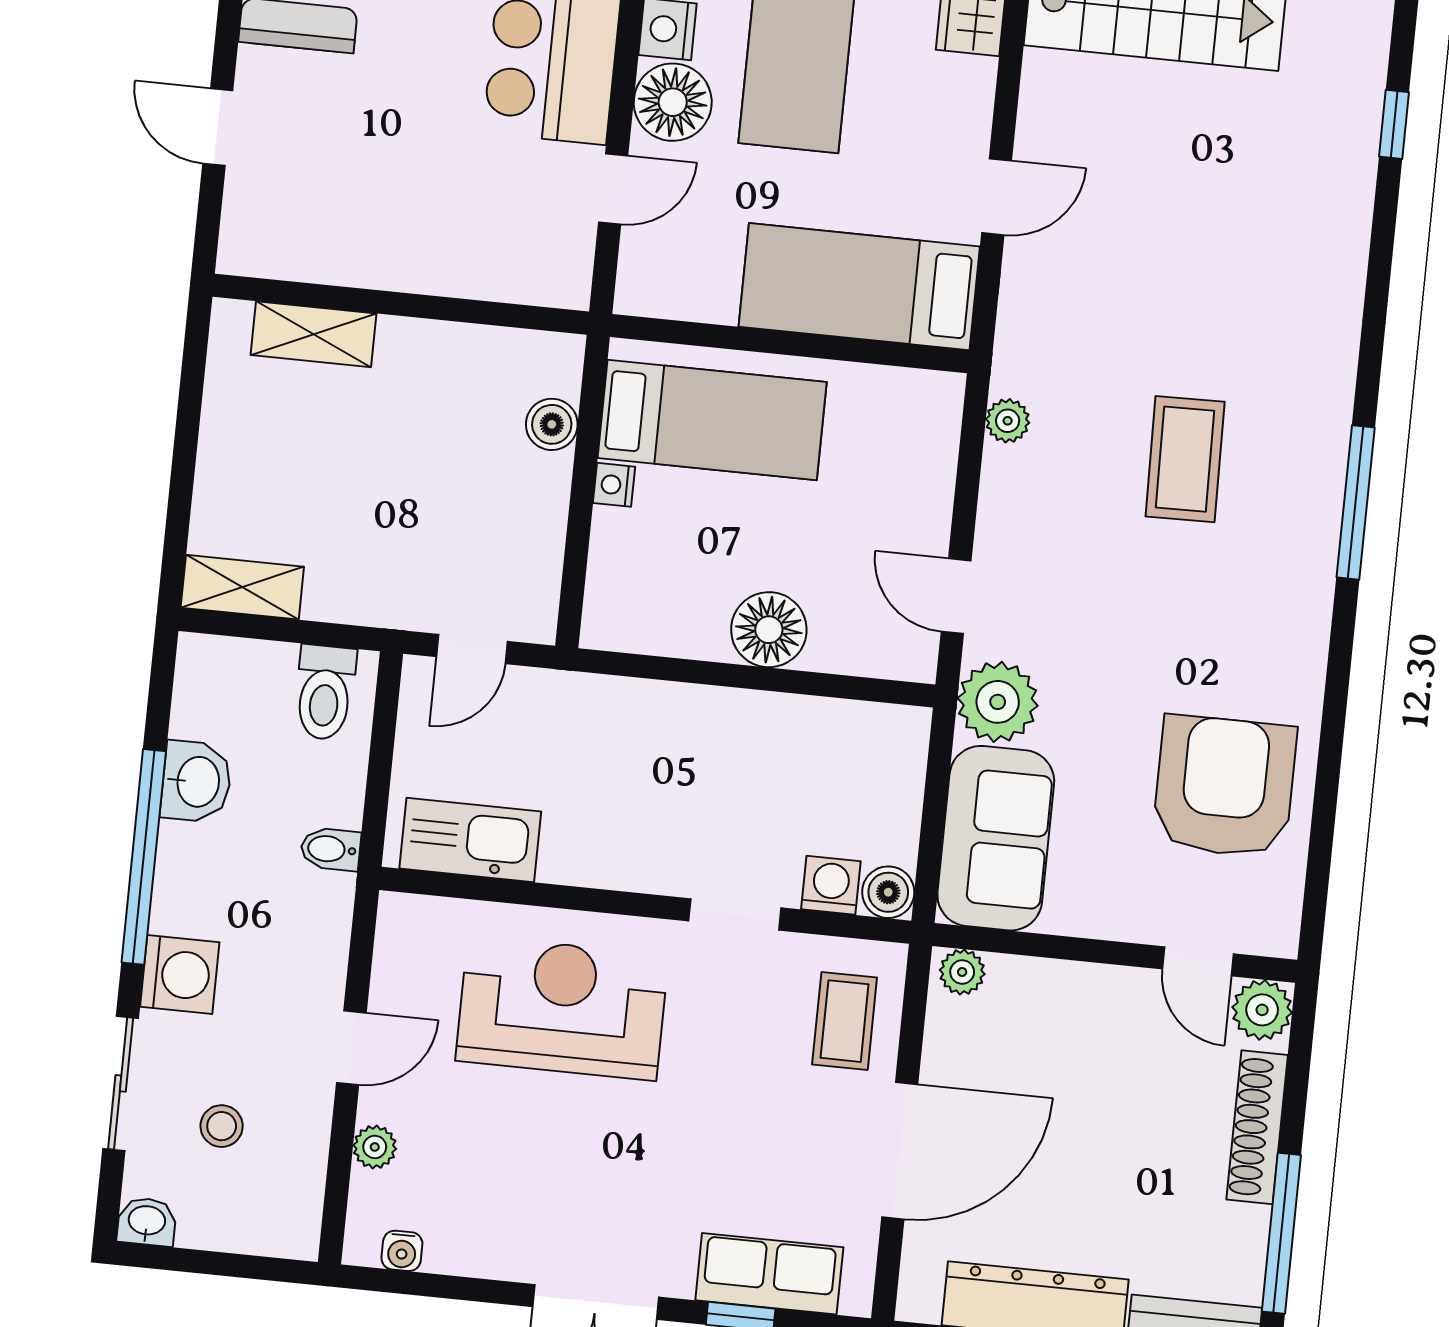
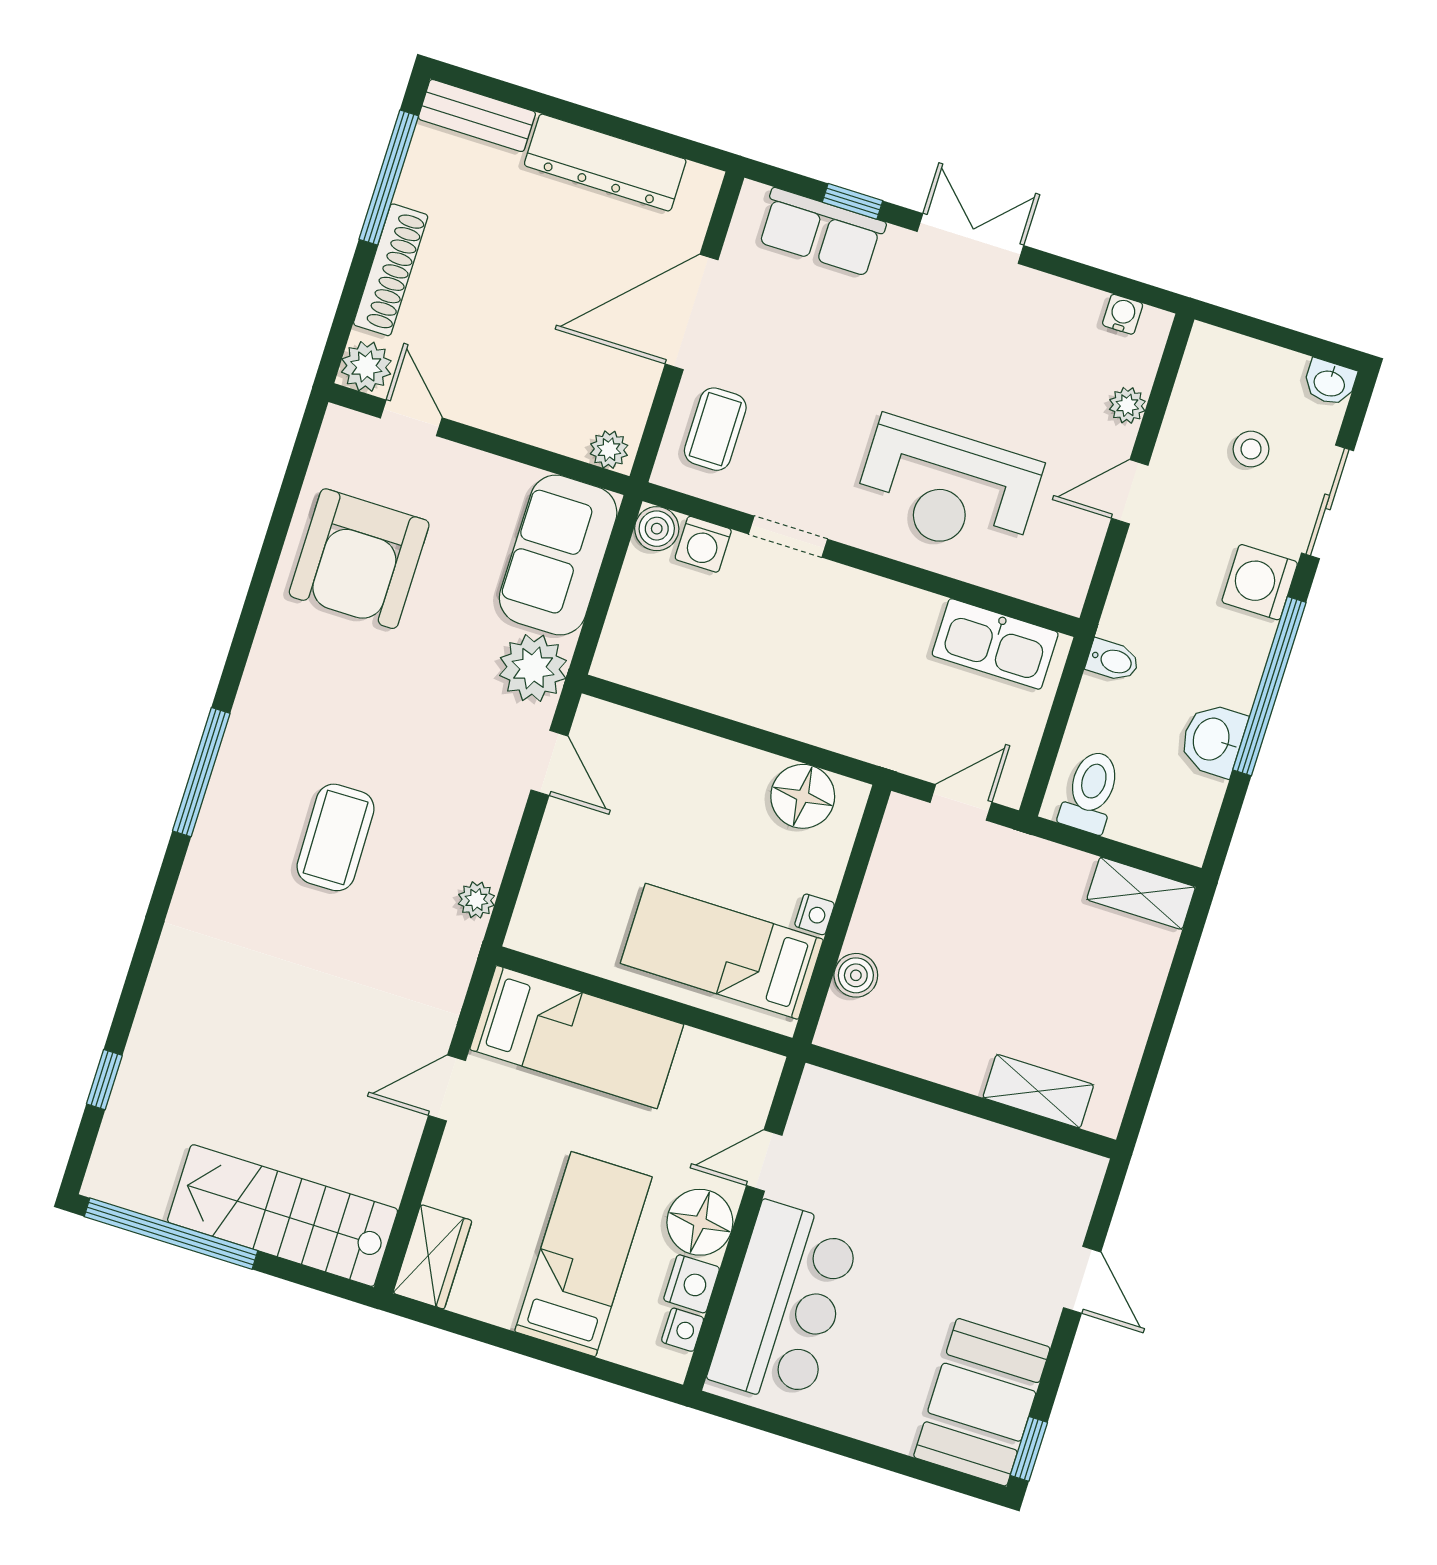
floor lamp: (769, 630) -> (803, 796), moved

